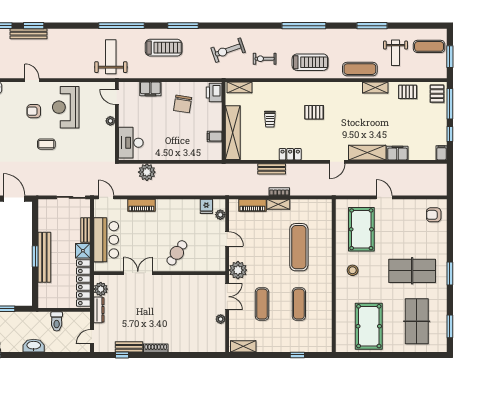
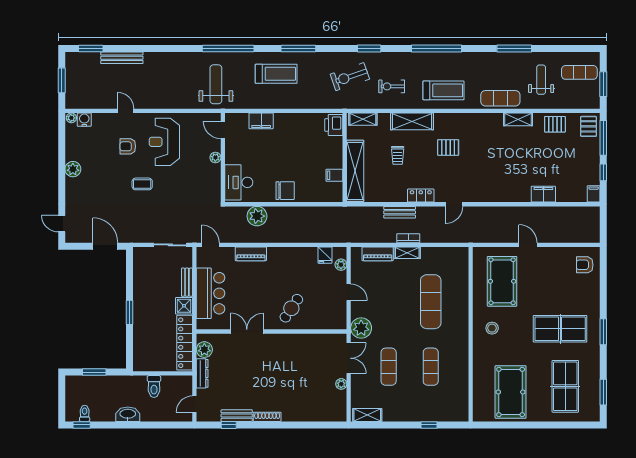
window: (34, 26) -> (369, 49), moved
weight bench: (396, 53) -> (541, 80), turned 180
chair: (183, 104) -> (285, 191), moved, turned -99
shelving: (367, 153) -> (412, 121), moved
door: (337, 162) -> (454, 204), moved
bench: (44, 257) -> (140, 313), removed

